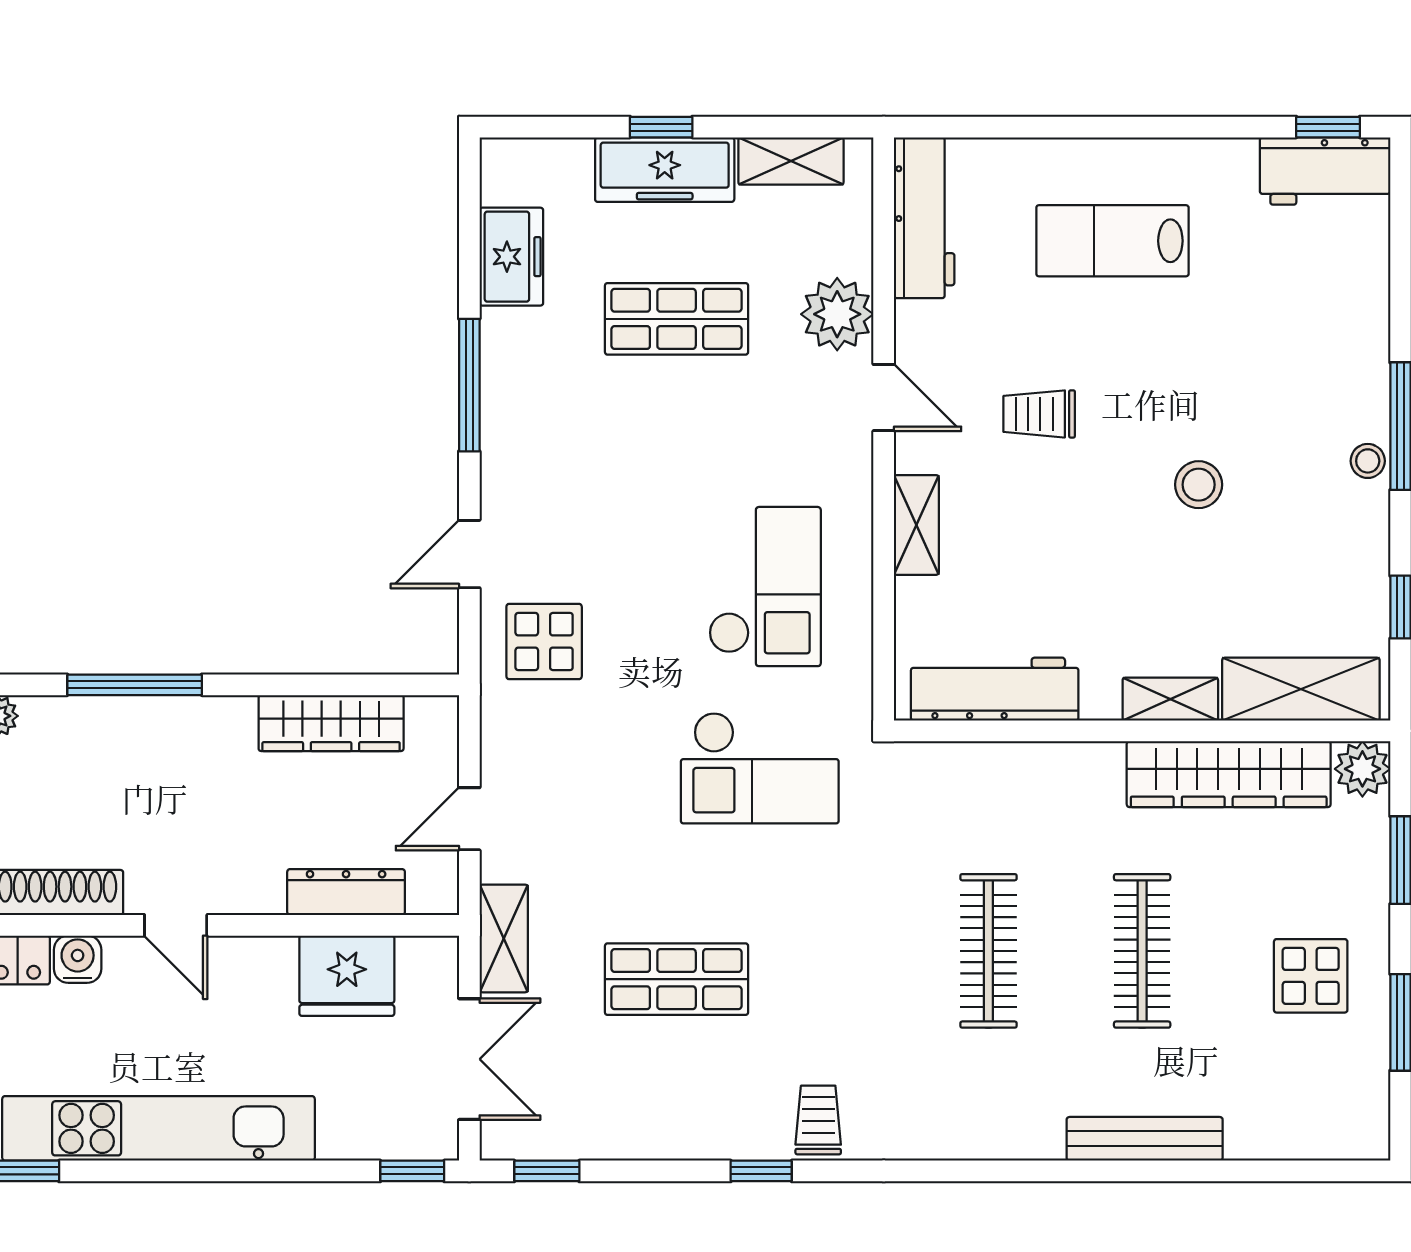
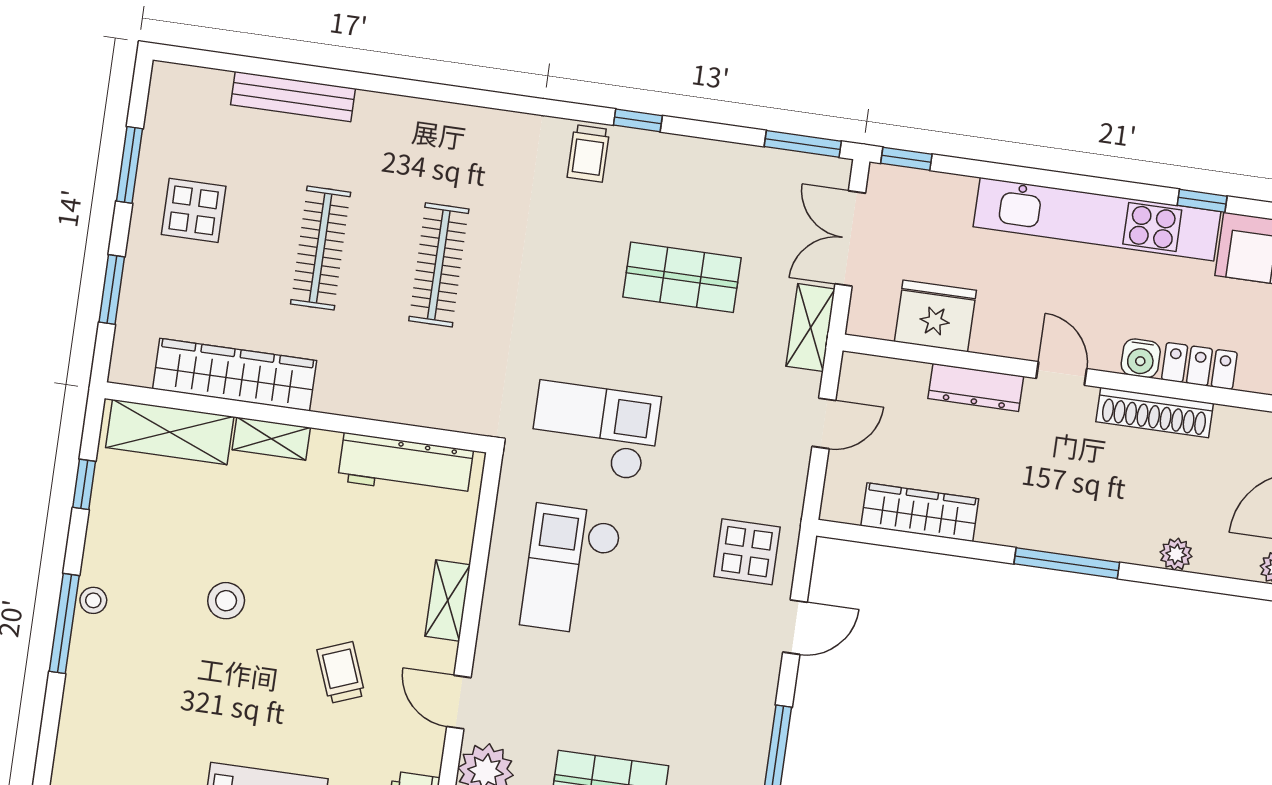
trolley: (1039, 414) -> (341, 673), turned -111
plant: (1362, 769) -> (131, 364), removed
dresser: (346, 892) -> (976, 387), moved
bench: (1145, 1139) -> (293, 97), moved
window: (547, 1171) -> (803, 144), width x1.50

